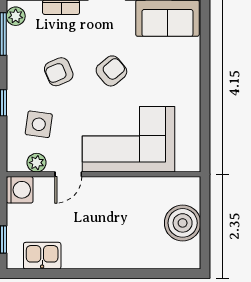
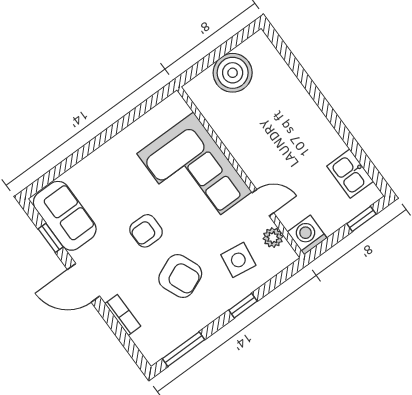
plant: (16, 16) -> (159, 349), removed
armchair: (111, 71) -> (146, 231), turned -50
armchair: (59, 72) -> (180, 276), width x1.38, depth x1.38

